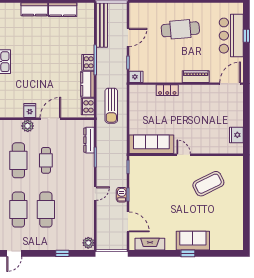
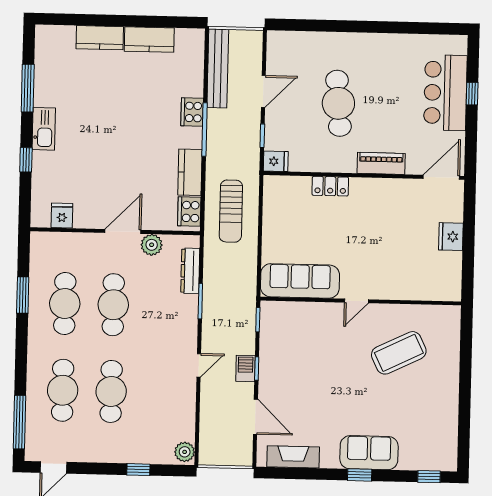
cafe table: (180, 29) -> (338, 103), moved, turned 90
cooker: (88, 62) -> (192, 112), moved
fridge: (30, 111) -> (62, 216), moved
plant: (28, 126) -> (152, 245), moved
fridge: (236, 135) -> (451, 237), moved
door: (184, 155) -> (356, 301), swing flipped
cafe table: (46, 160) -> (113, 305), width x1.37, depth x1.35
window: (227, 253) -> (429, 477), added

